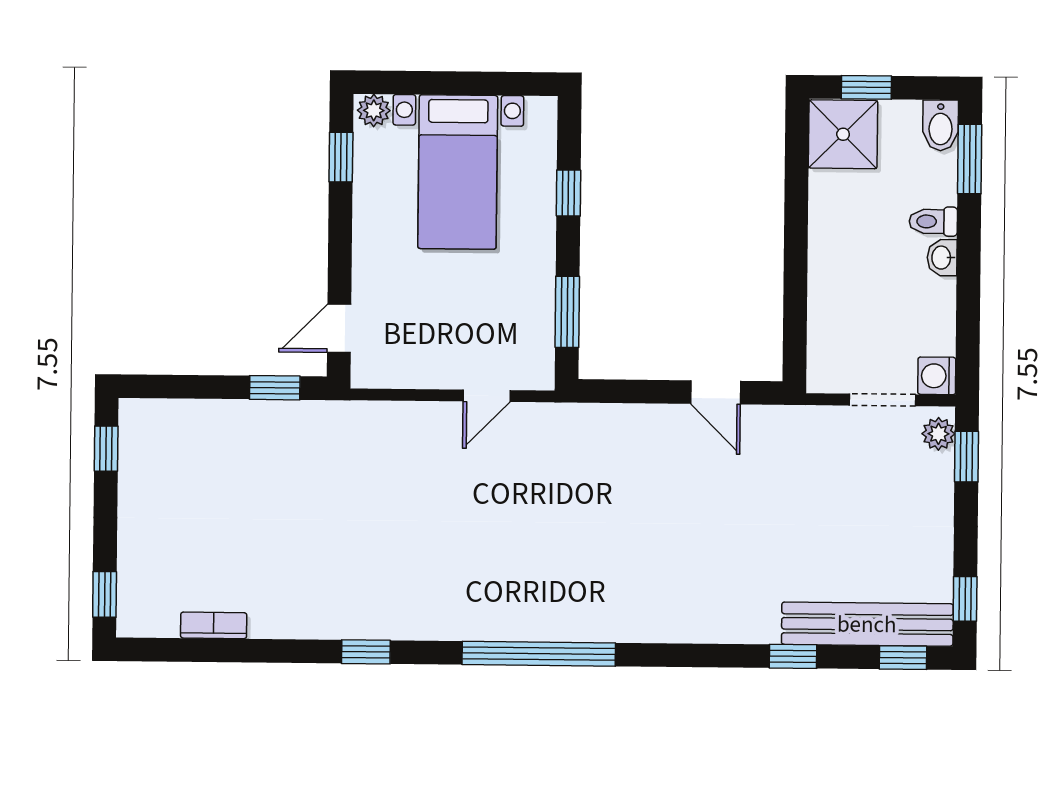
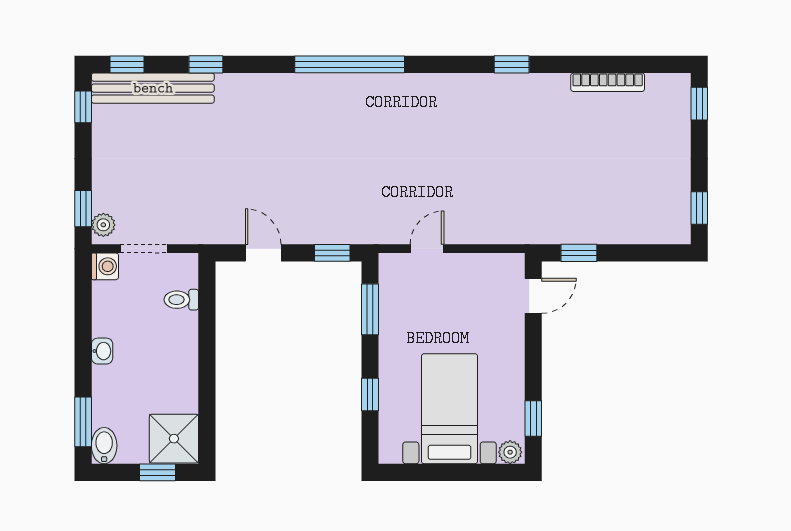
toilet: (933, 221) -> (181, 300), moved, turned 180
window: (619, 391) -> (332, 253), added
bookcase: (214, 625) -> (608, 82), width x1.56
window: (539, 654) -> (350, 64), moved

